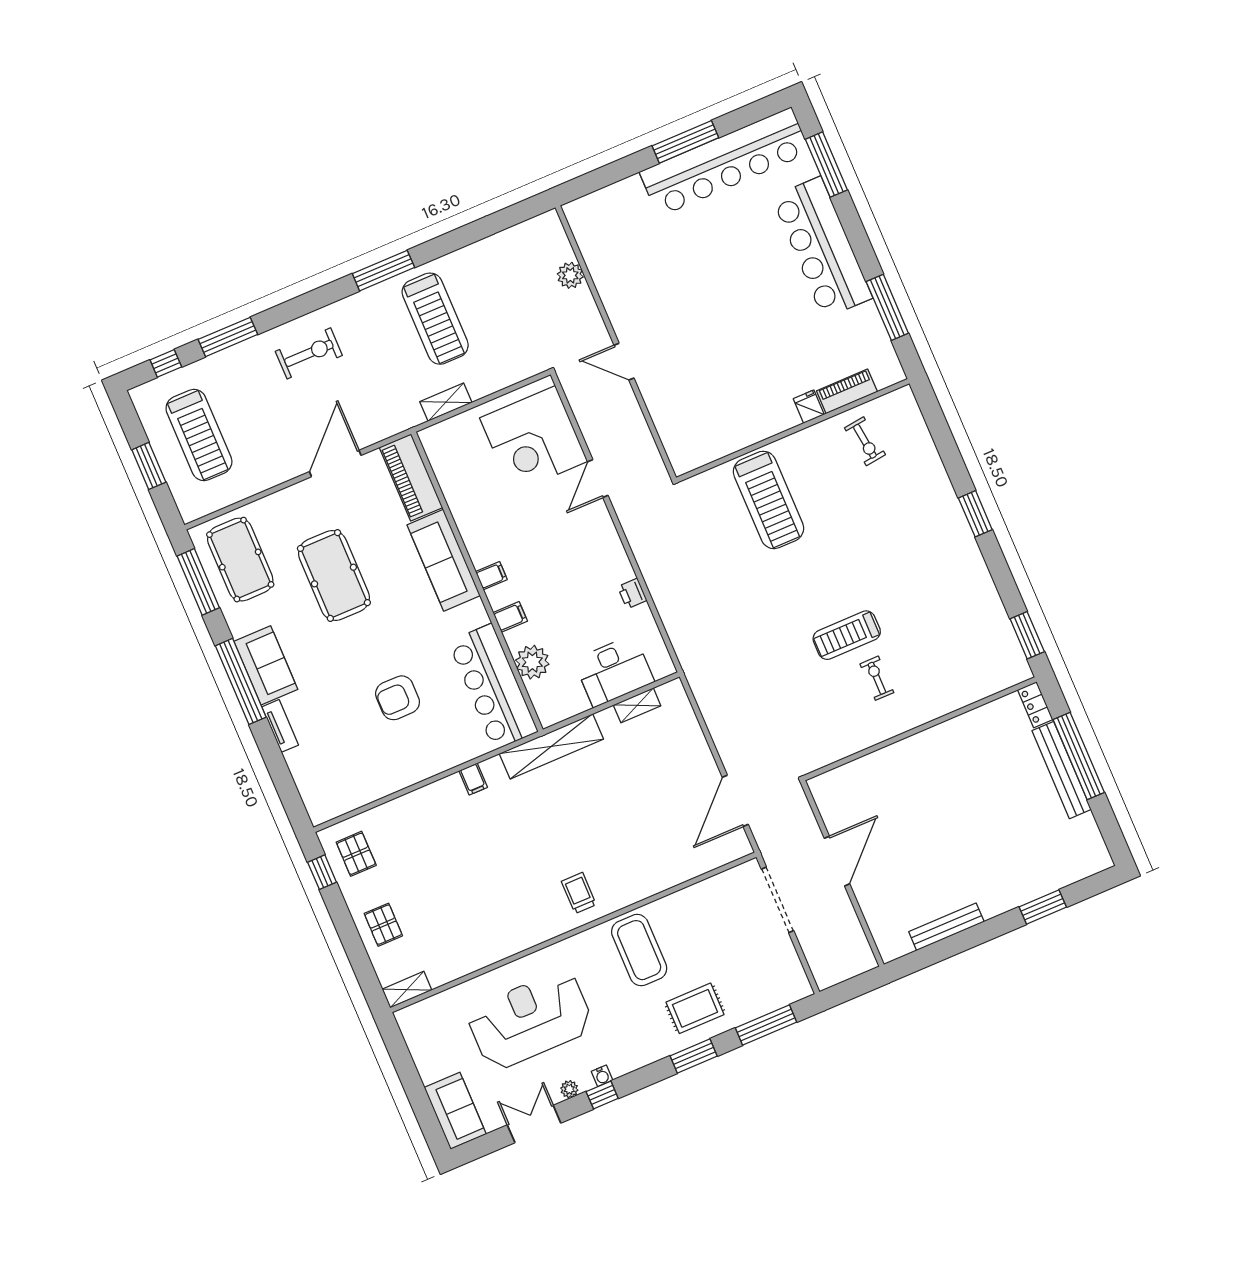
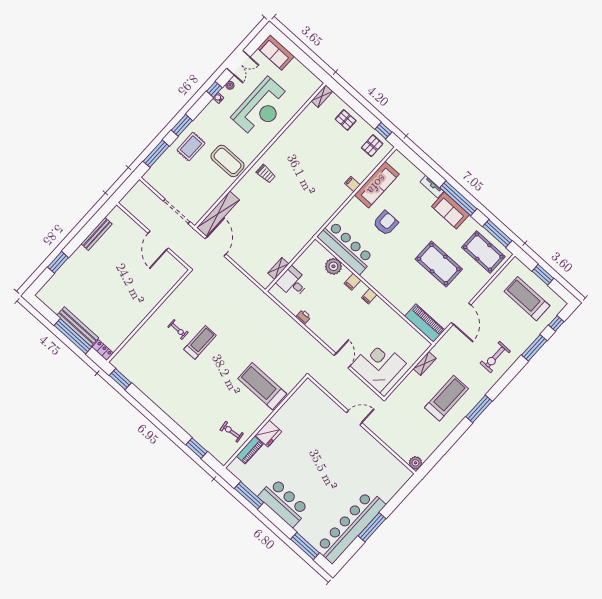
bar counter: (822, 247) -> (284, 503), width x0.73
plant: (570, 275) -> (416, 463), moved
treadmill: (435, 319) -> (446, 398), turned 90
fridge: (809, 407) -> (268, 433), width x1.88, depth x1.34
window: (975, 514) -> (197, 448), moved
sofa: (444, 560) -> (377, 185), moved, turned 90
desk: (614, 671) -> (293, 282), width x0.73
shelving: (551, 746) -> (218, 214), moved
filing cabinet: (473, 779) -> (352, 184), moved
pallet: (356, 854) -> (372, 146), turned 90

